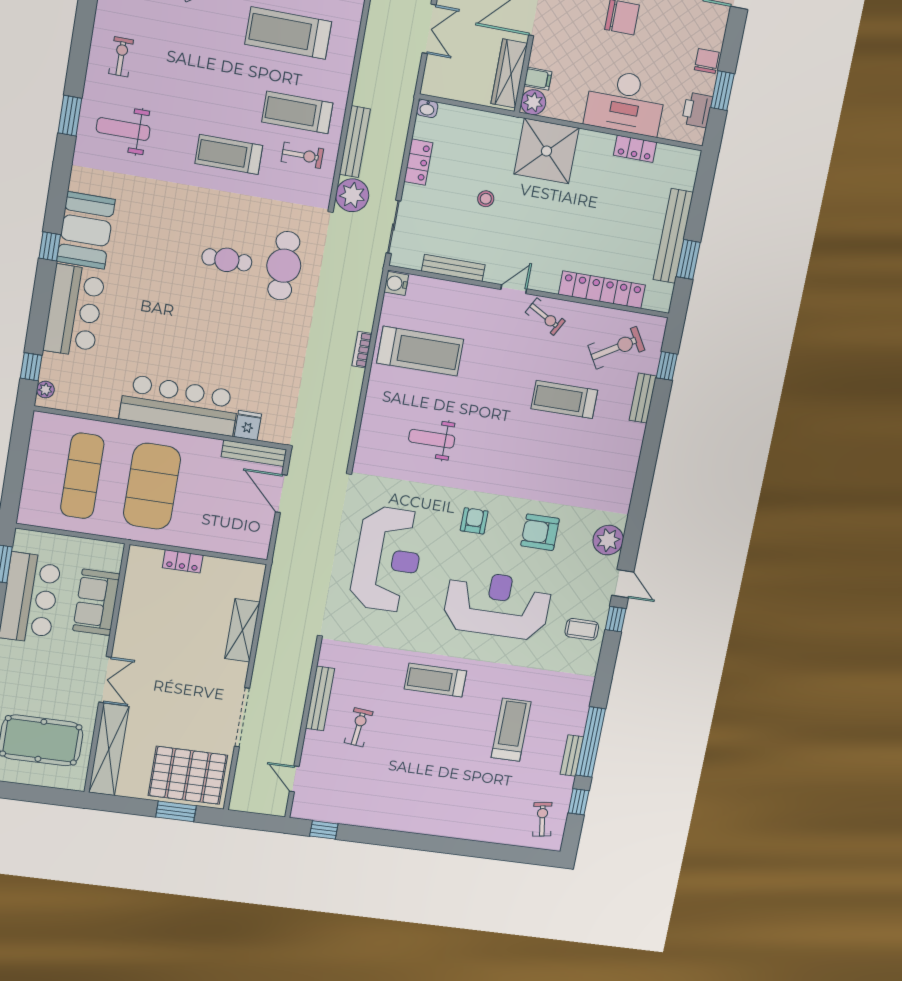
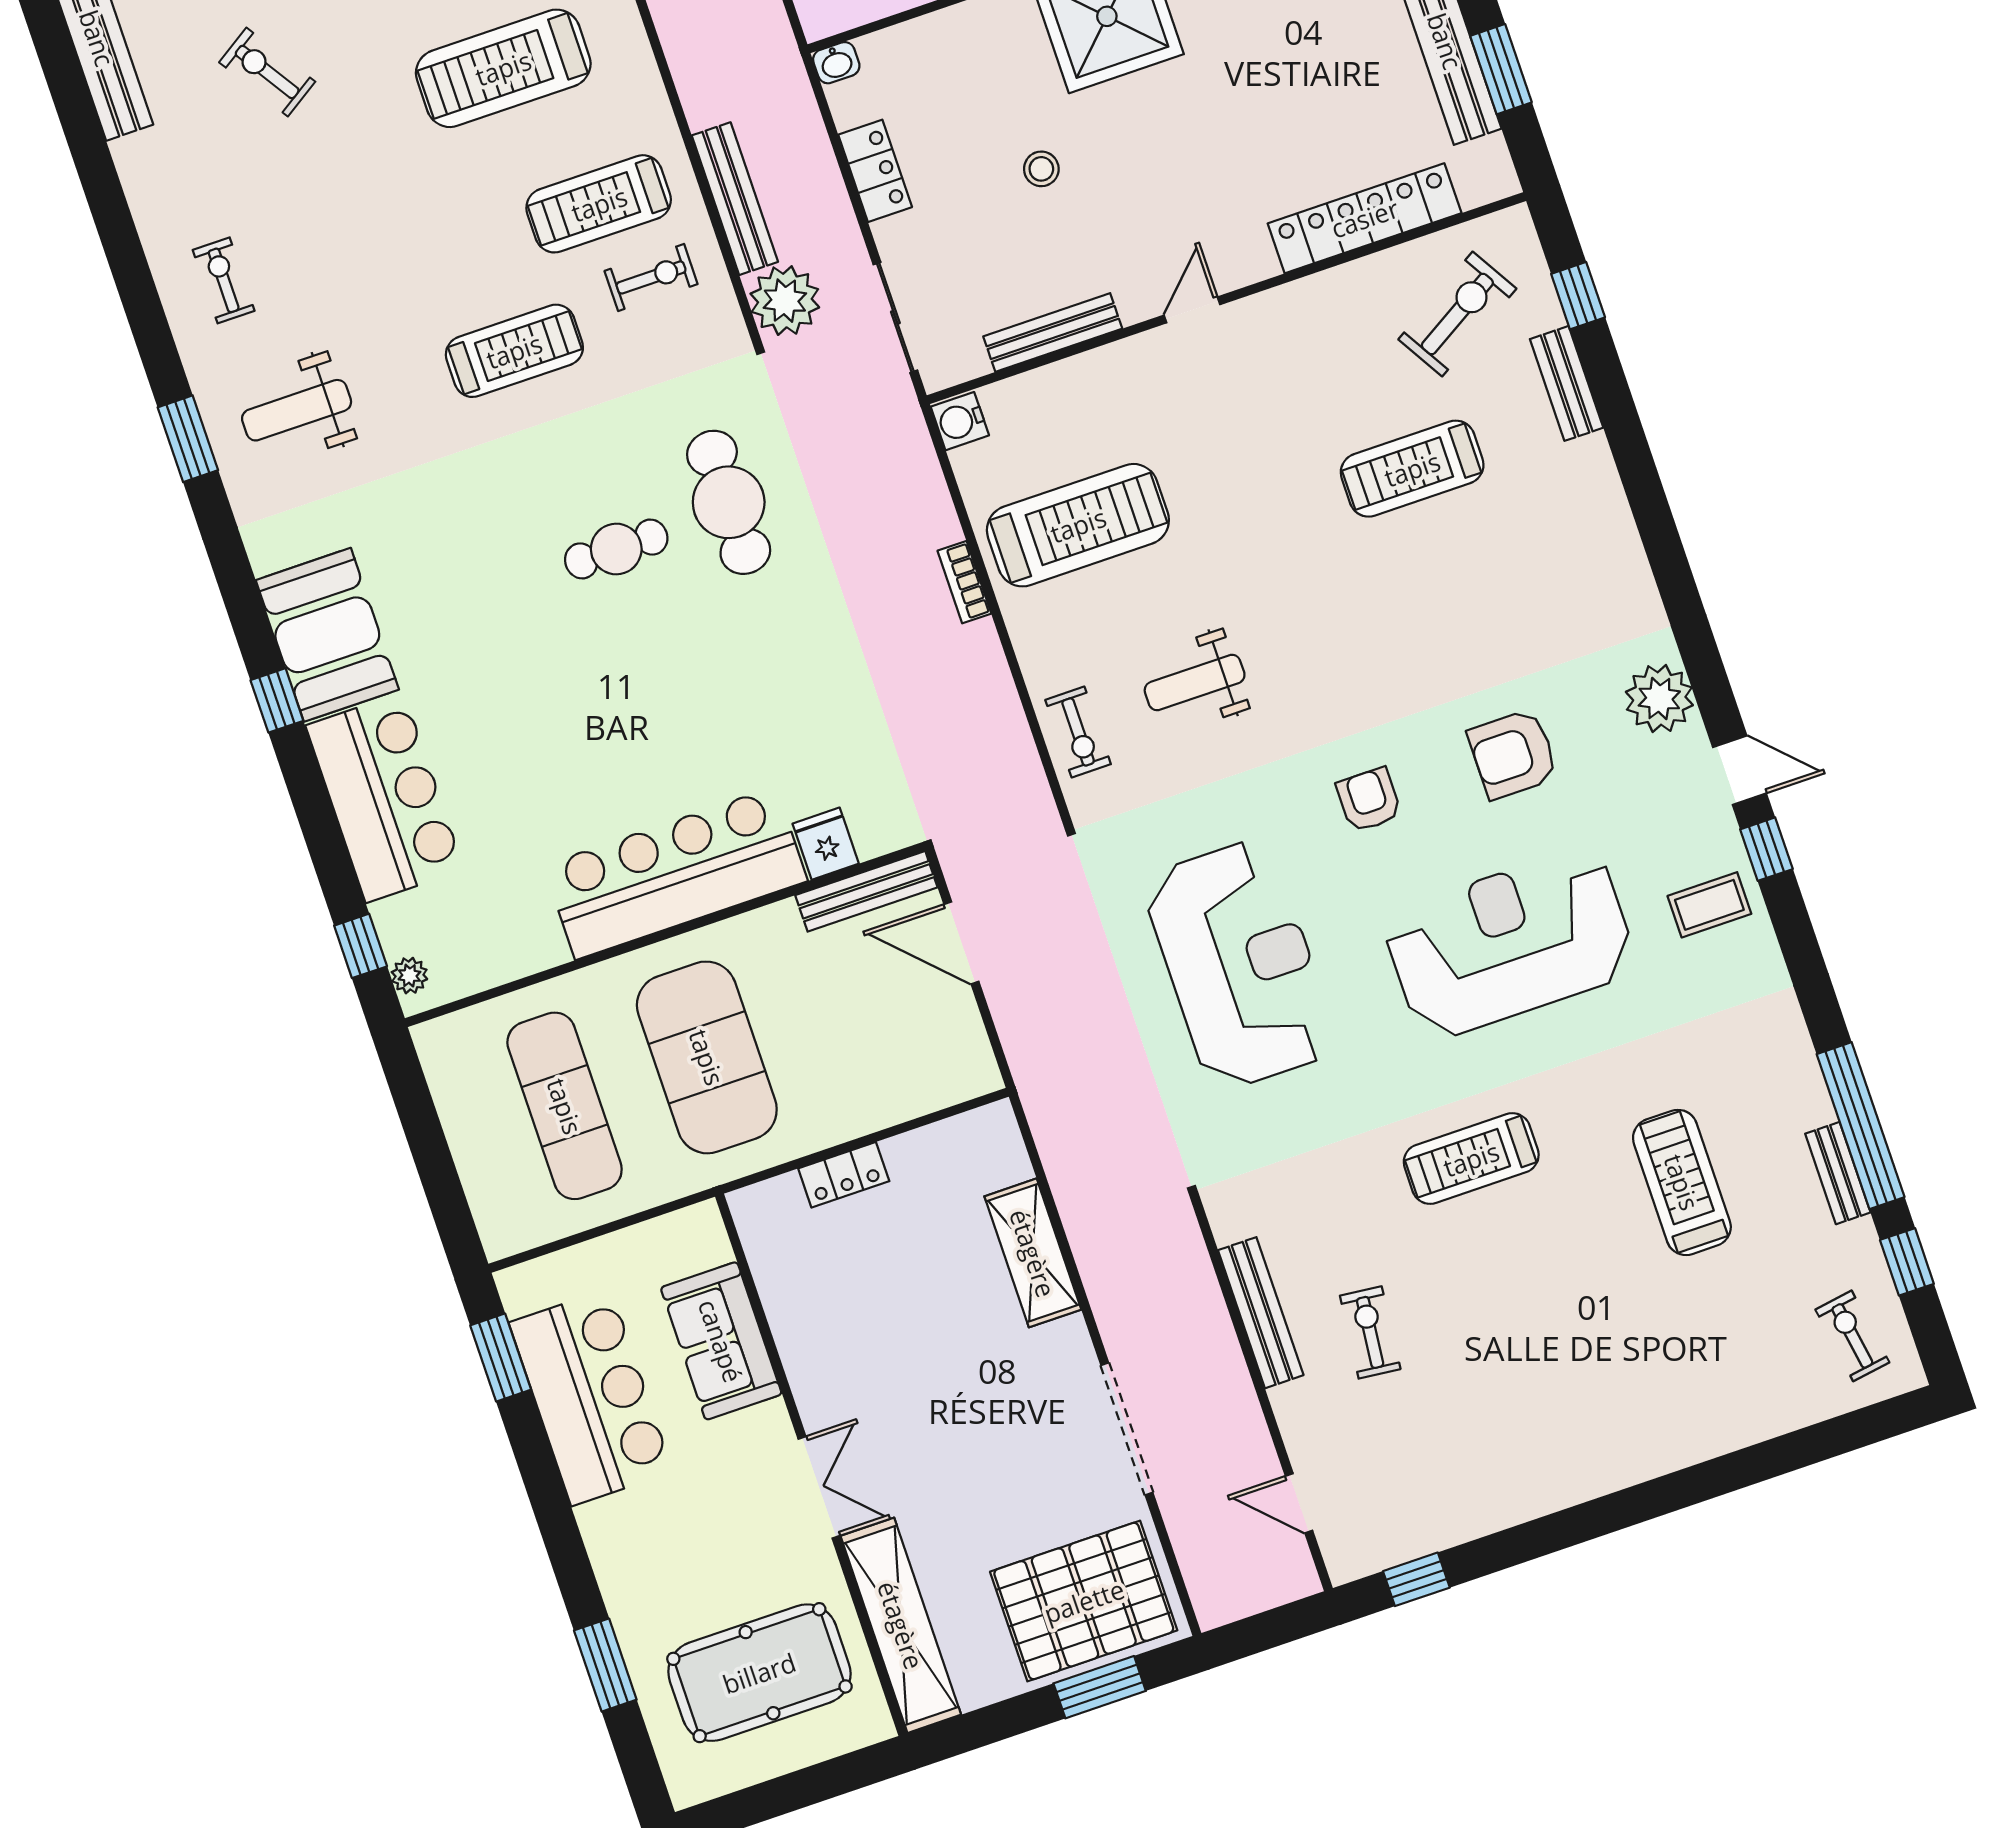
treadmill: (229, 155) -> (514, 351), turned 180
exercise bike: (545, 317) -> (1078, 732), moved, turned 61

